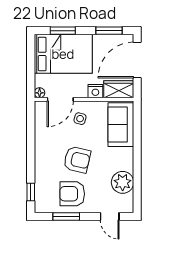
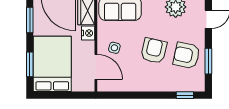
floor lamp: (40, 93) -> (90, 87), removed
armchair: (72, 194) -> (187, 55), turned 102

